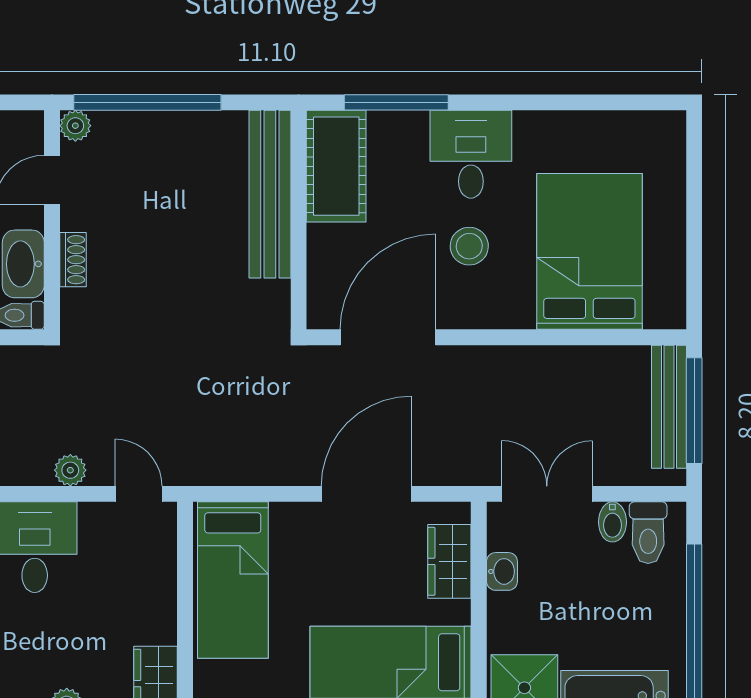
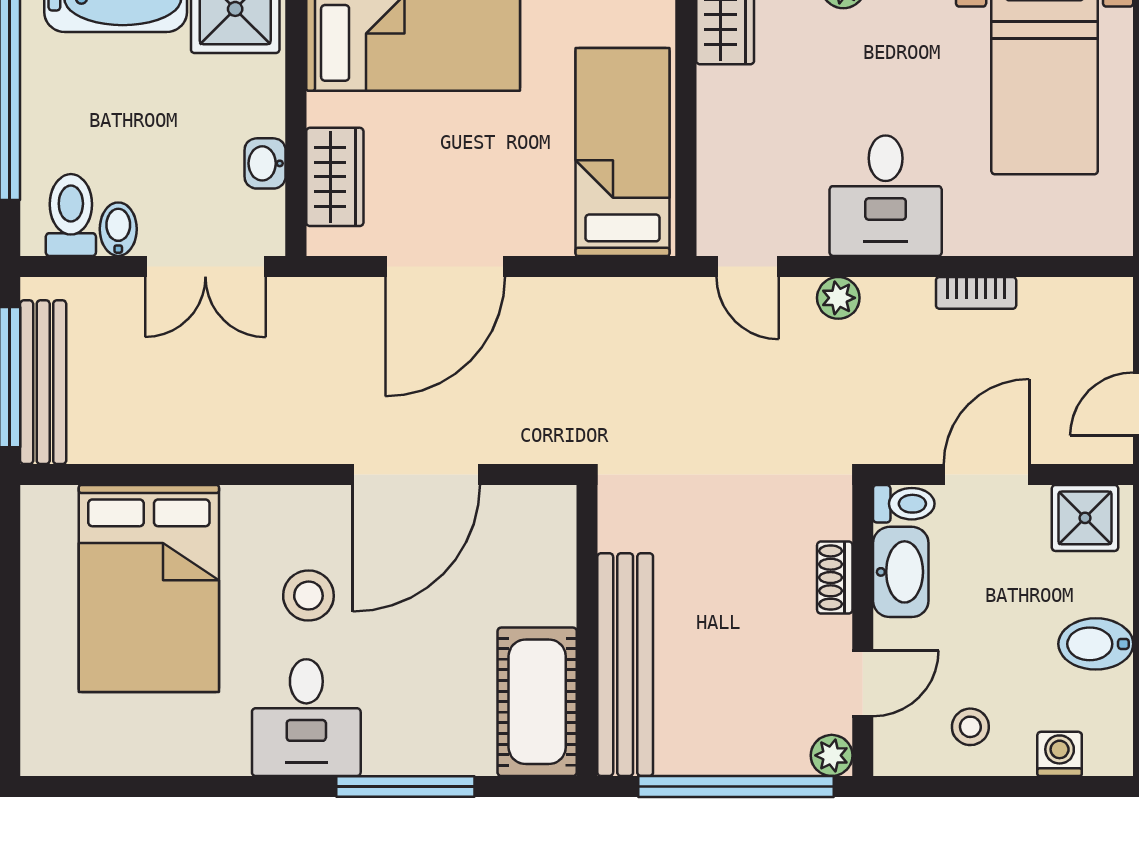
cot: (336, 166) -> (537, 702), moved
bench: (270, 194) -> (625, 665), moved
wall: (299, 220) -> (587, 630), moved

